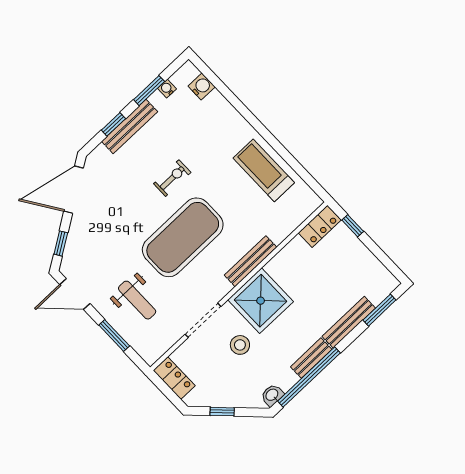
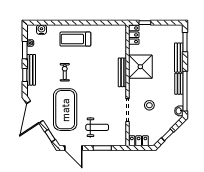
treadmill: (264, 170) -> (75, 39), moved
exercise mat: (183, 237) -> (65, 110), moved
door: (75, 294) -> (73, 148), hinge flipped
shower: (261, 301) -> (140, 67), moved

